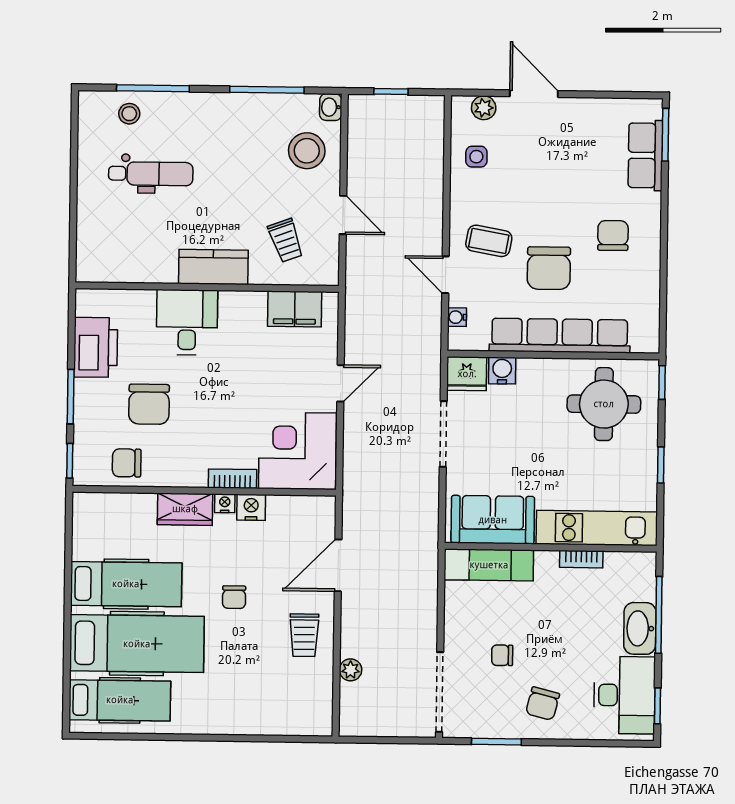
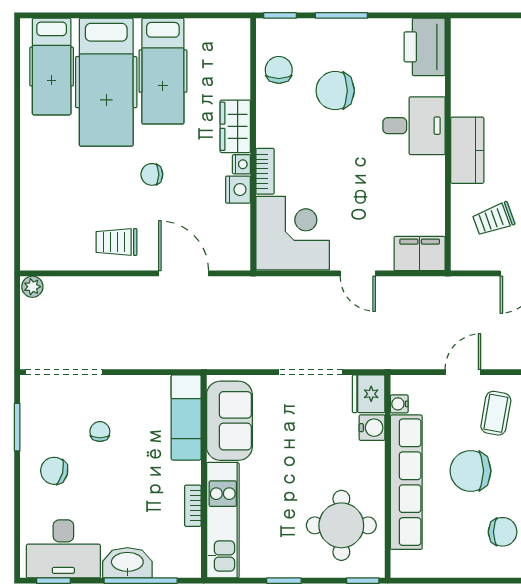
filing cabinet: (295, 309) -> (420, 254), moved, turned 90
water cooler: (457, 317) -> (399, 404), moved, turned -90
printer: (96, 347) -> (425, 47), moved, turned 90
plant: (351, 670) -> (32, 287), moved

